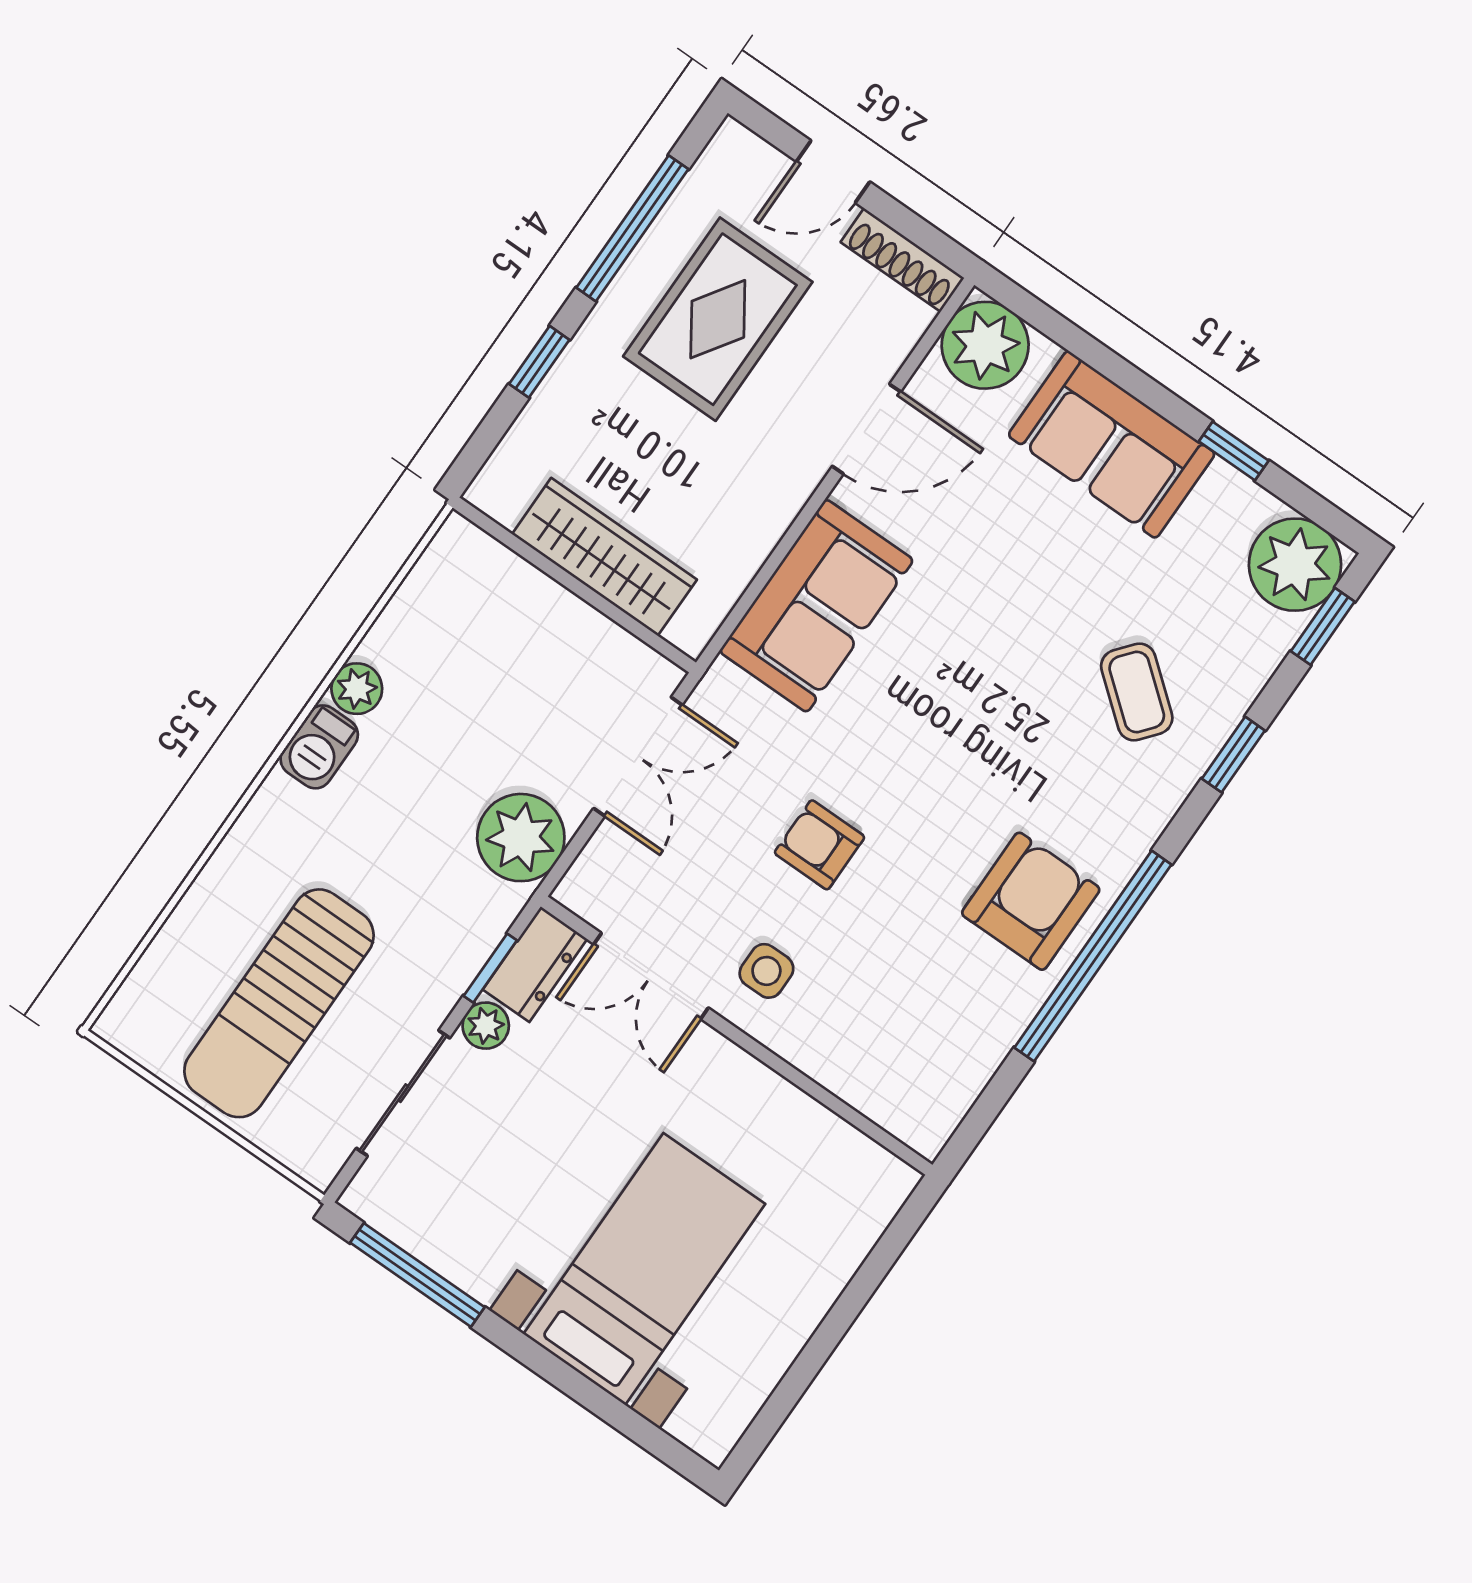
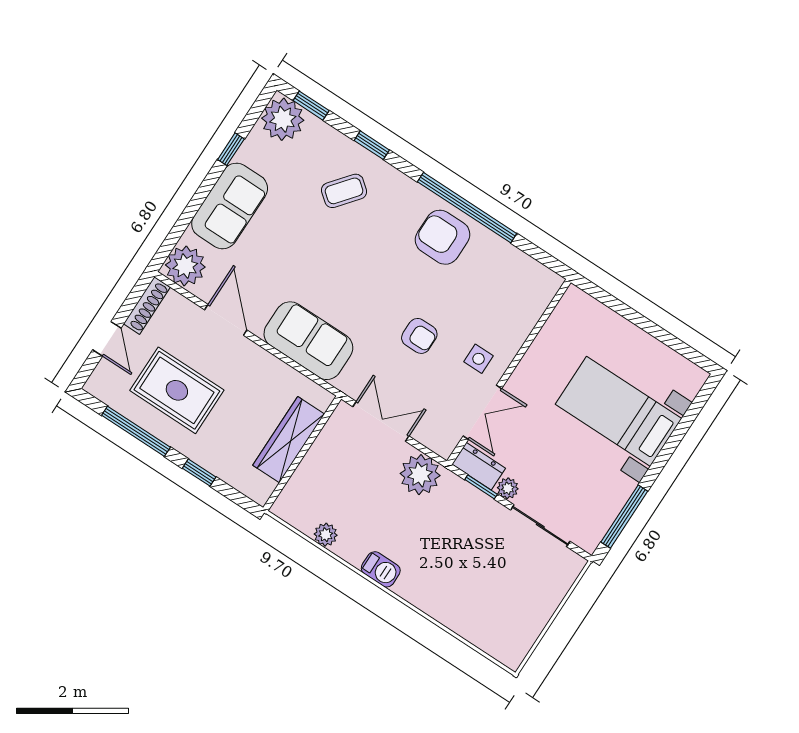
plant: (357, 689) -> (326, 535), moved
armchair: (820, 845) -> (419, 336), turned -90
sun lounger: (279, 1003) -> (500, 584), removed

